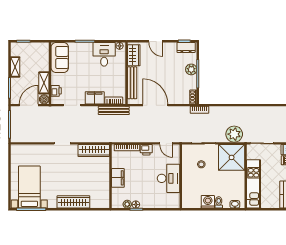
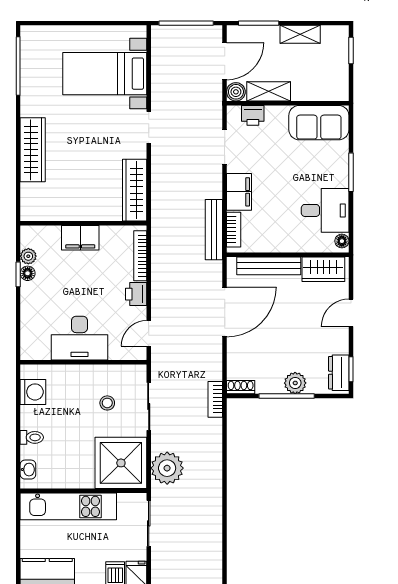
door: (29, 105) -> (225, 61), hinge flipped
bed with nightstands: (29, 187) -> (105, 74), moved, turned 180
washing machine: (208, 202) -> (33, 392), moved

